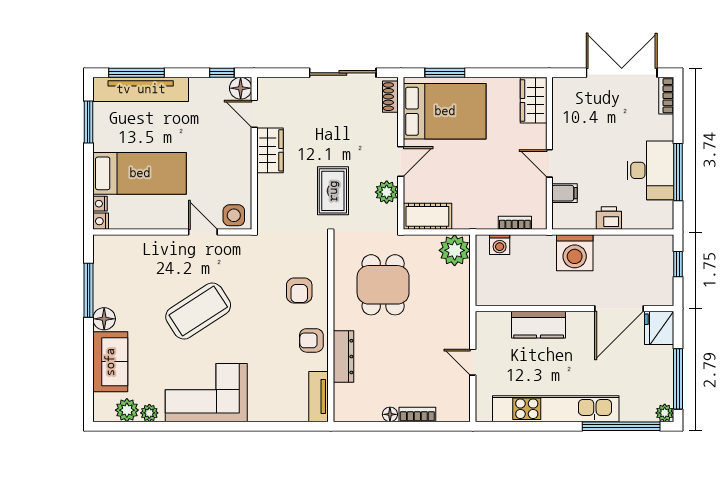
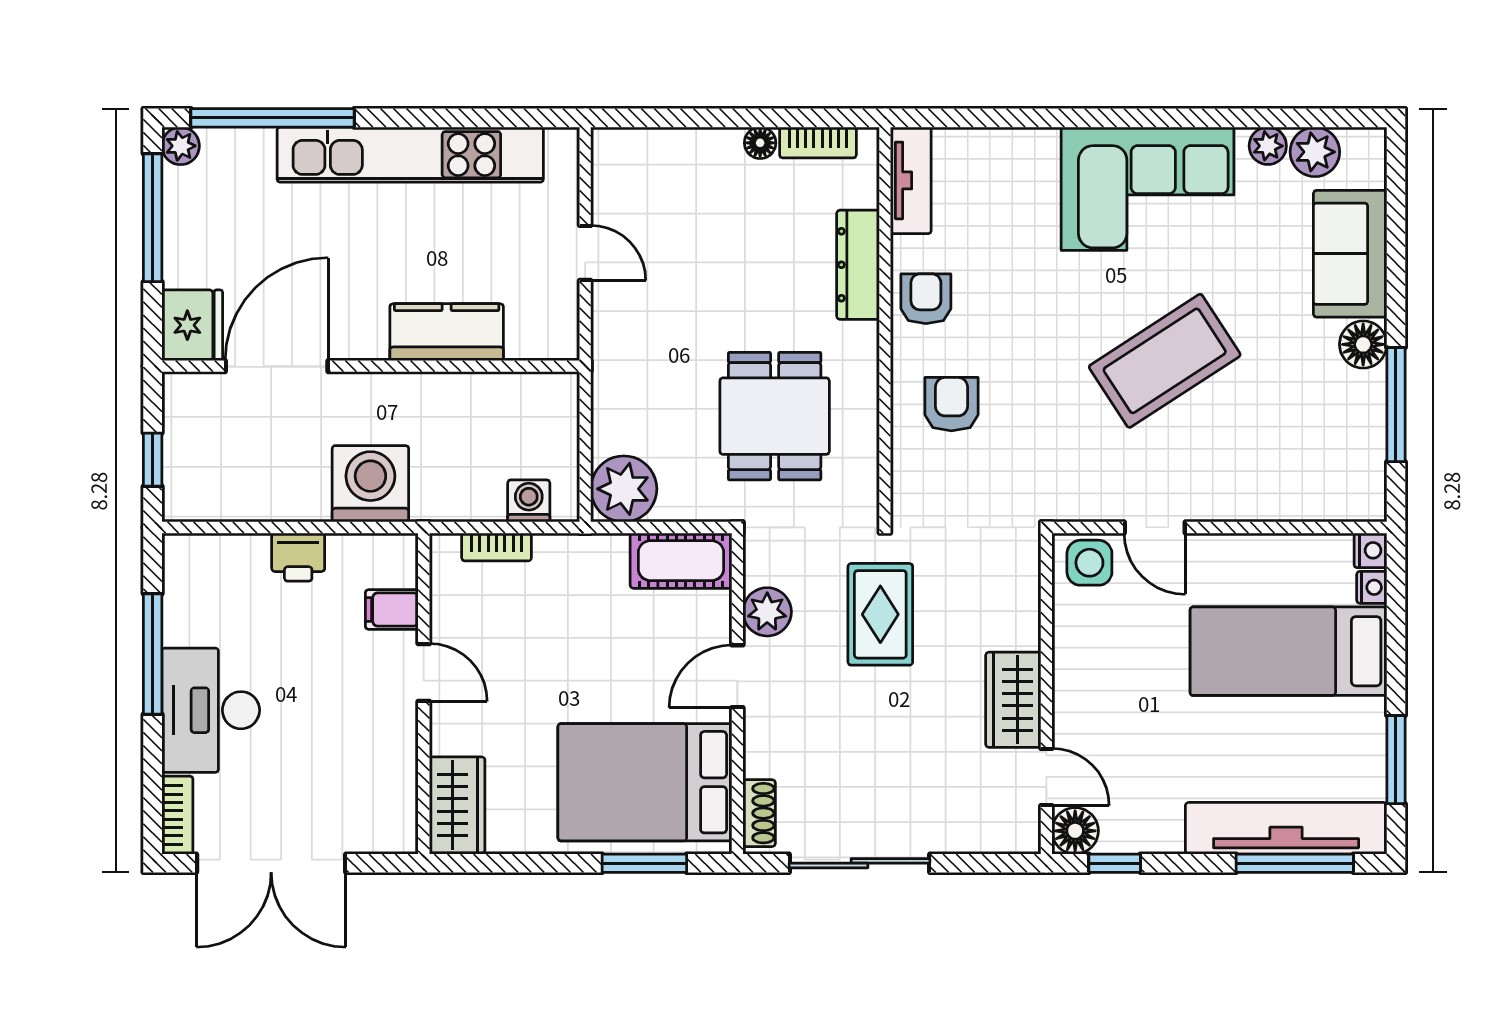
desk: (650, 170) -> (211, 710), moved
armchair: (311, 340) -> (926, 299), turned -90
bookcase: (417, 415) -> (818, 143), moved

